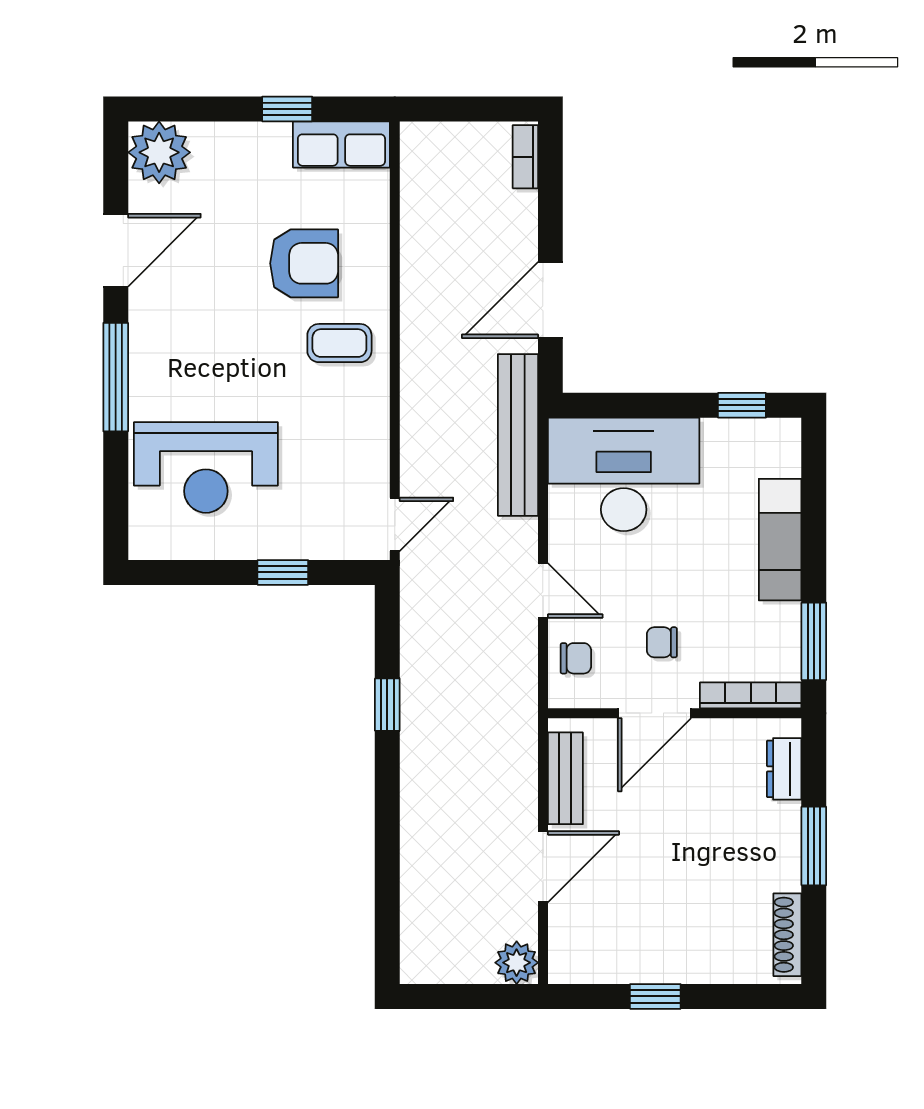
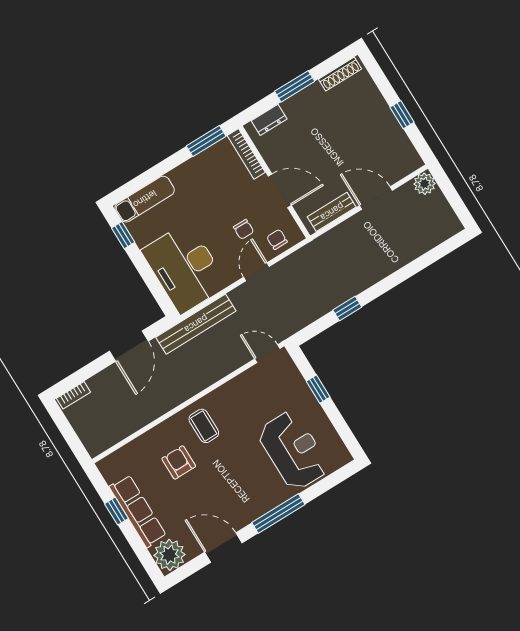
row of seats: (341, 144) -> (138, 511), moved, width x1.48
armchair: (304, 263) -> (179, 462), width x0.72, depth x0.72
door: (550, 300) -> (129, 346), hinge flipped
exam couch: (780, 540) -> (145, 199), moved
chair: (662, 642) -> (244, 229), moved

